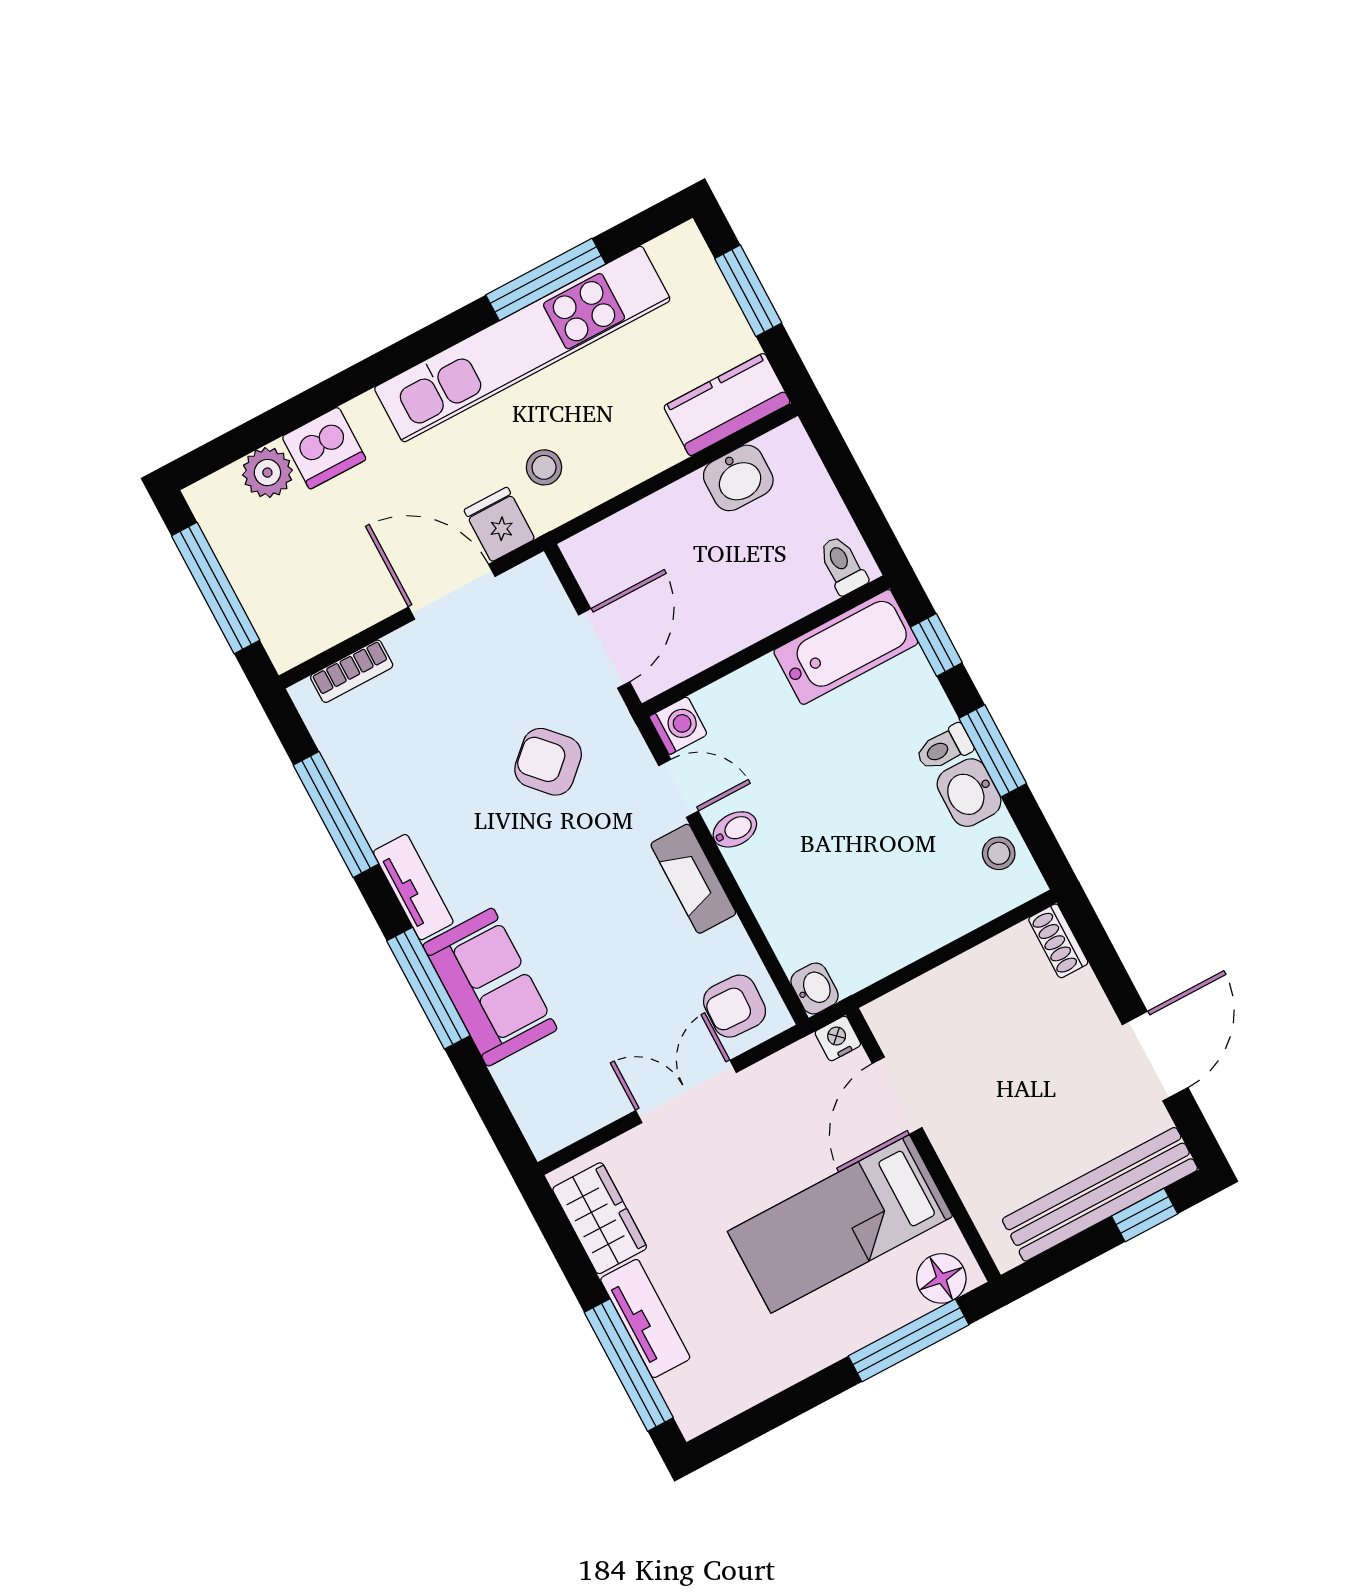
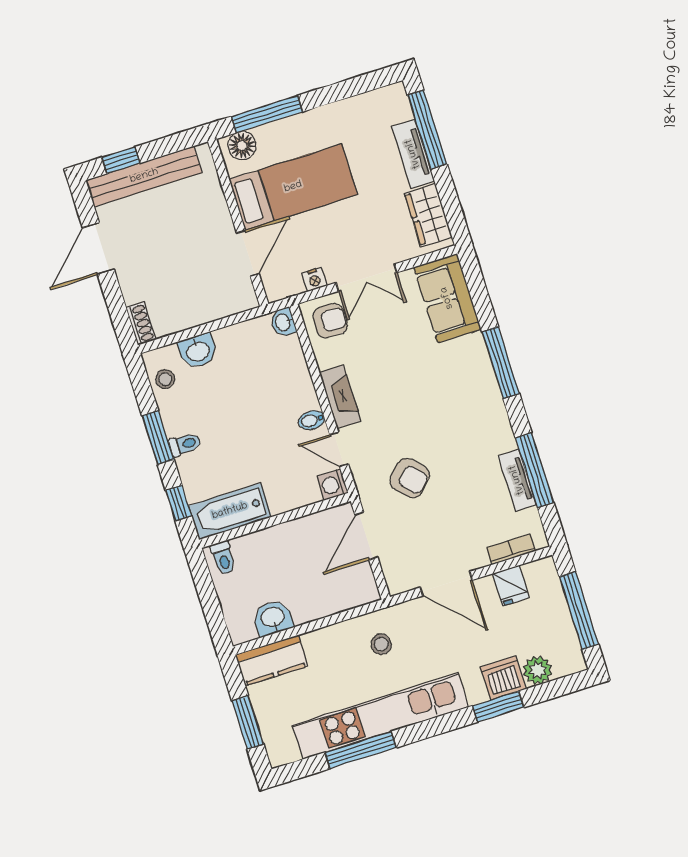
window: (324, 397) -> (498, 707), added
fridge: (499, 524) -> (511, 586), moved
washbasin: (969, 793) -> (198, 351), moved, turned 90
tv unit: (413, 887) -> (517, 480), moved
sofa: (490, 987) -> (447, 298), moved
nightstand: (838, 1038) -> (314, 279), moved

